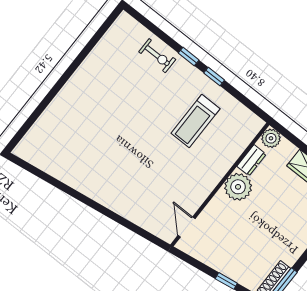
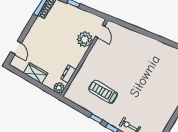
treadmill: (196, 121) -> (103, 92), turned -90
plant: (238, 187) -> (85, 40), moved

